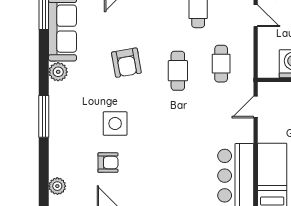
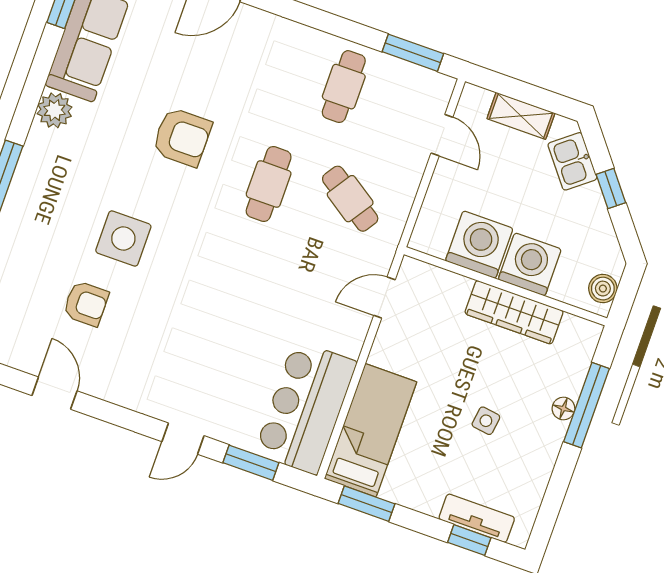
armchair: (126, 63) -> (182, 137), turned -80
cafe table: (221, 64) -> (350, 199), turned -56

